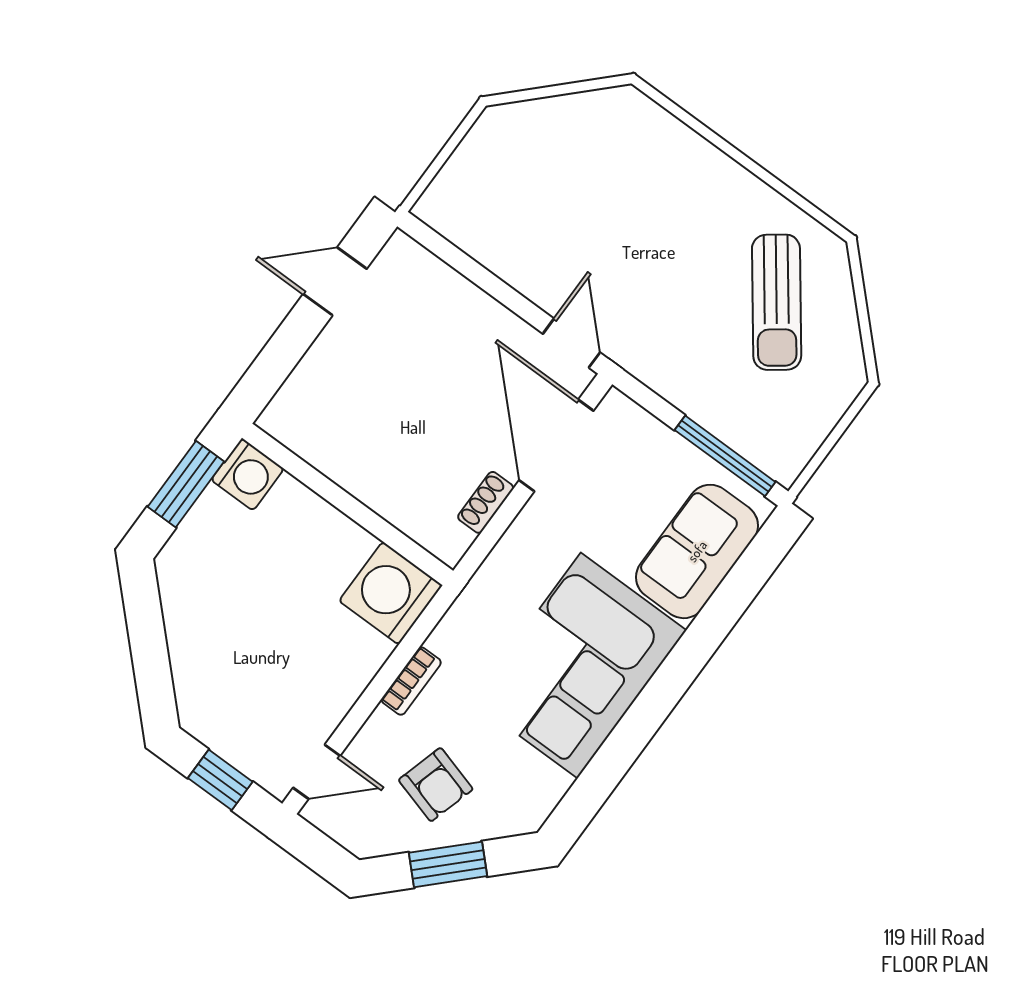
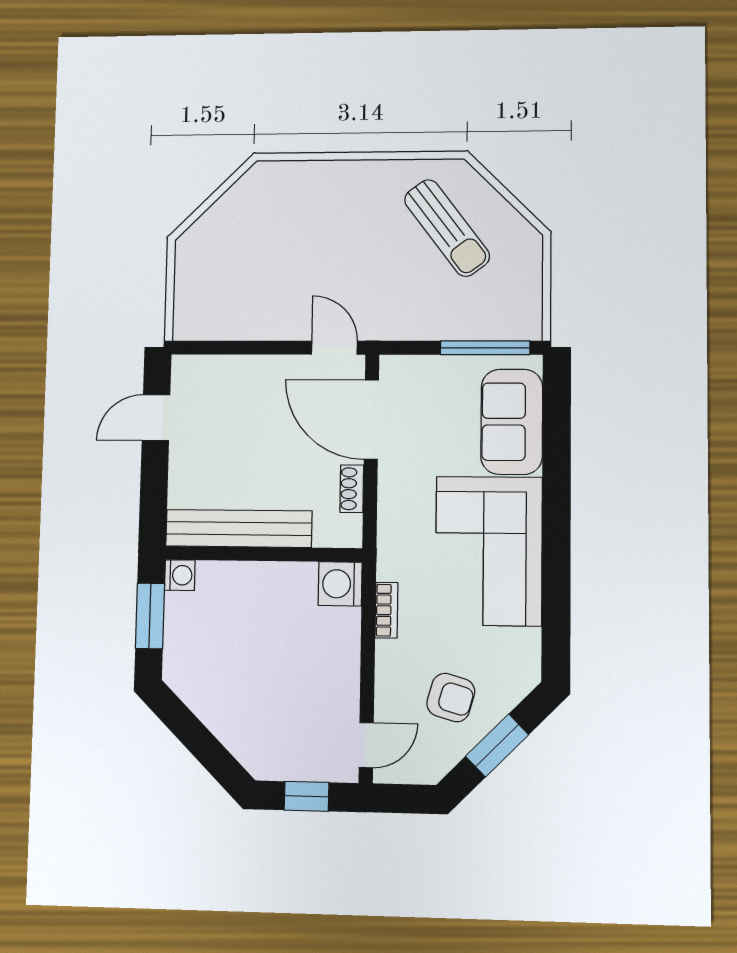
bench: (341, 460) -> (239, 528), added
washing machine: (247, 474) -> (180, 575), width x0.73, depth x0.73
washing machine: (391, 593) -> (340, 584), width x0.73, depth x0.73
bookcase: (411, 681) -> (386, 610), moved

